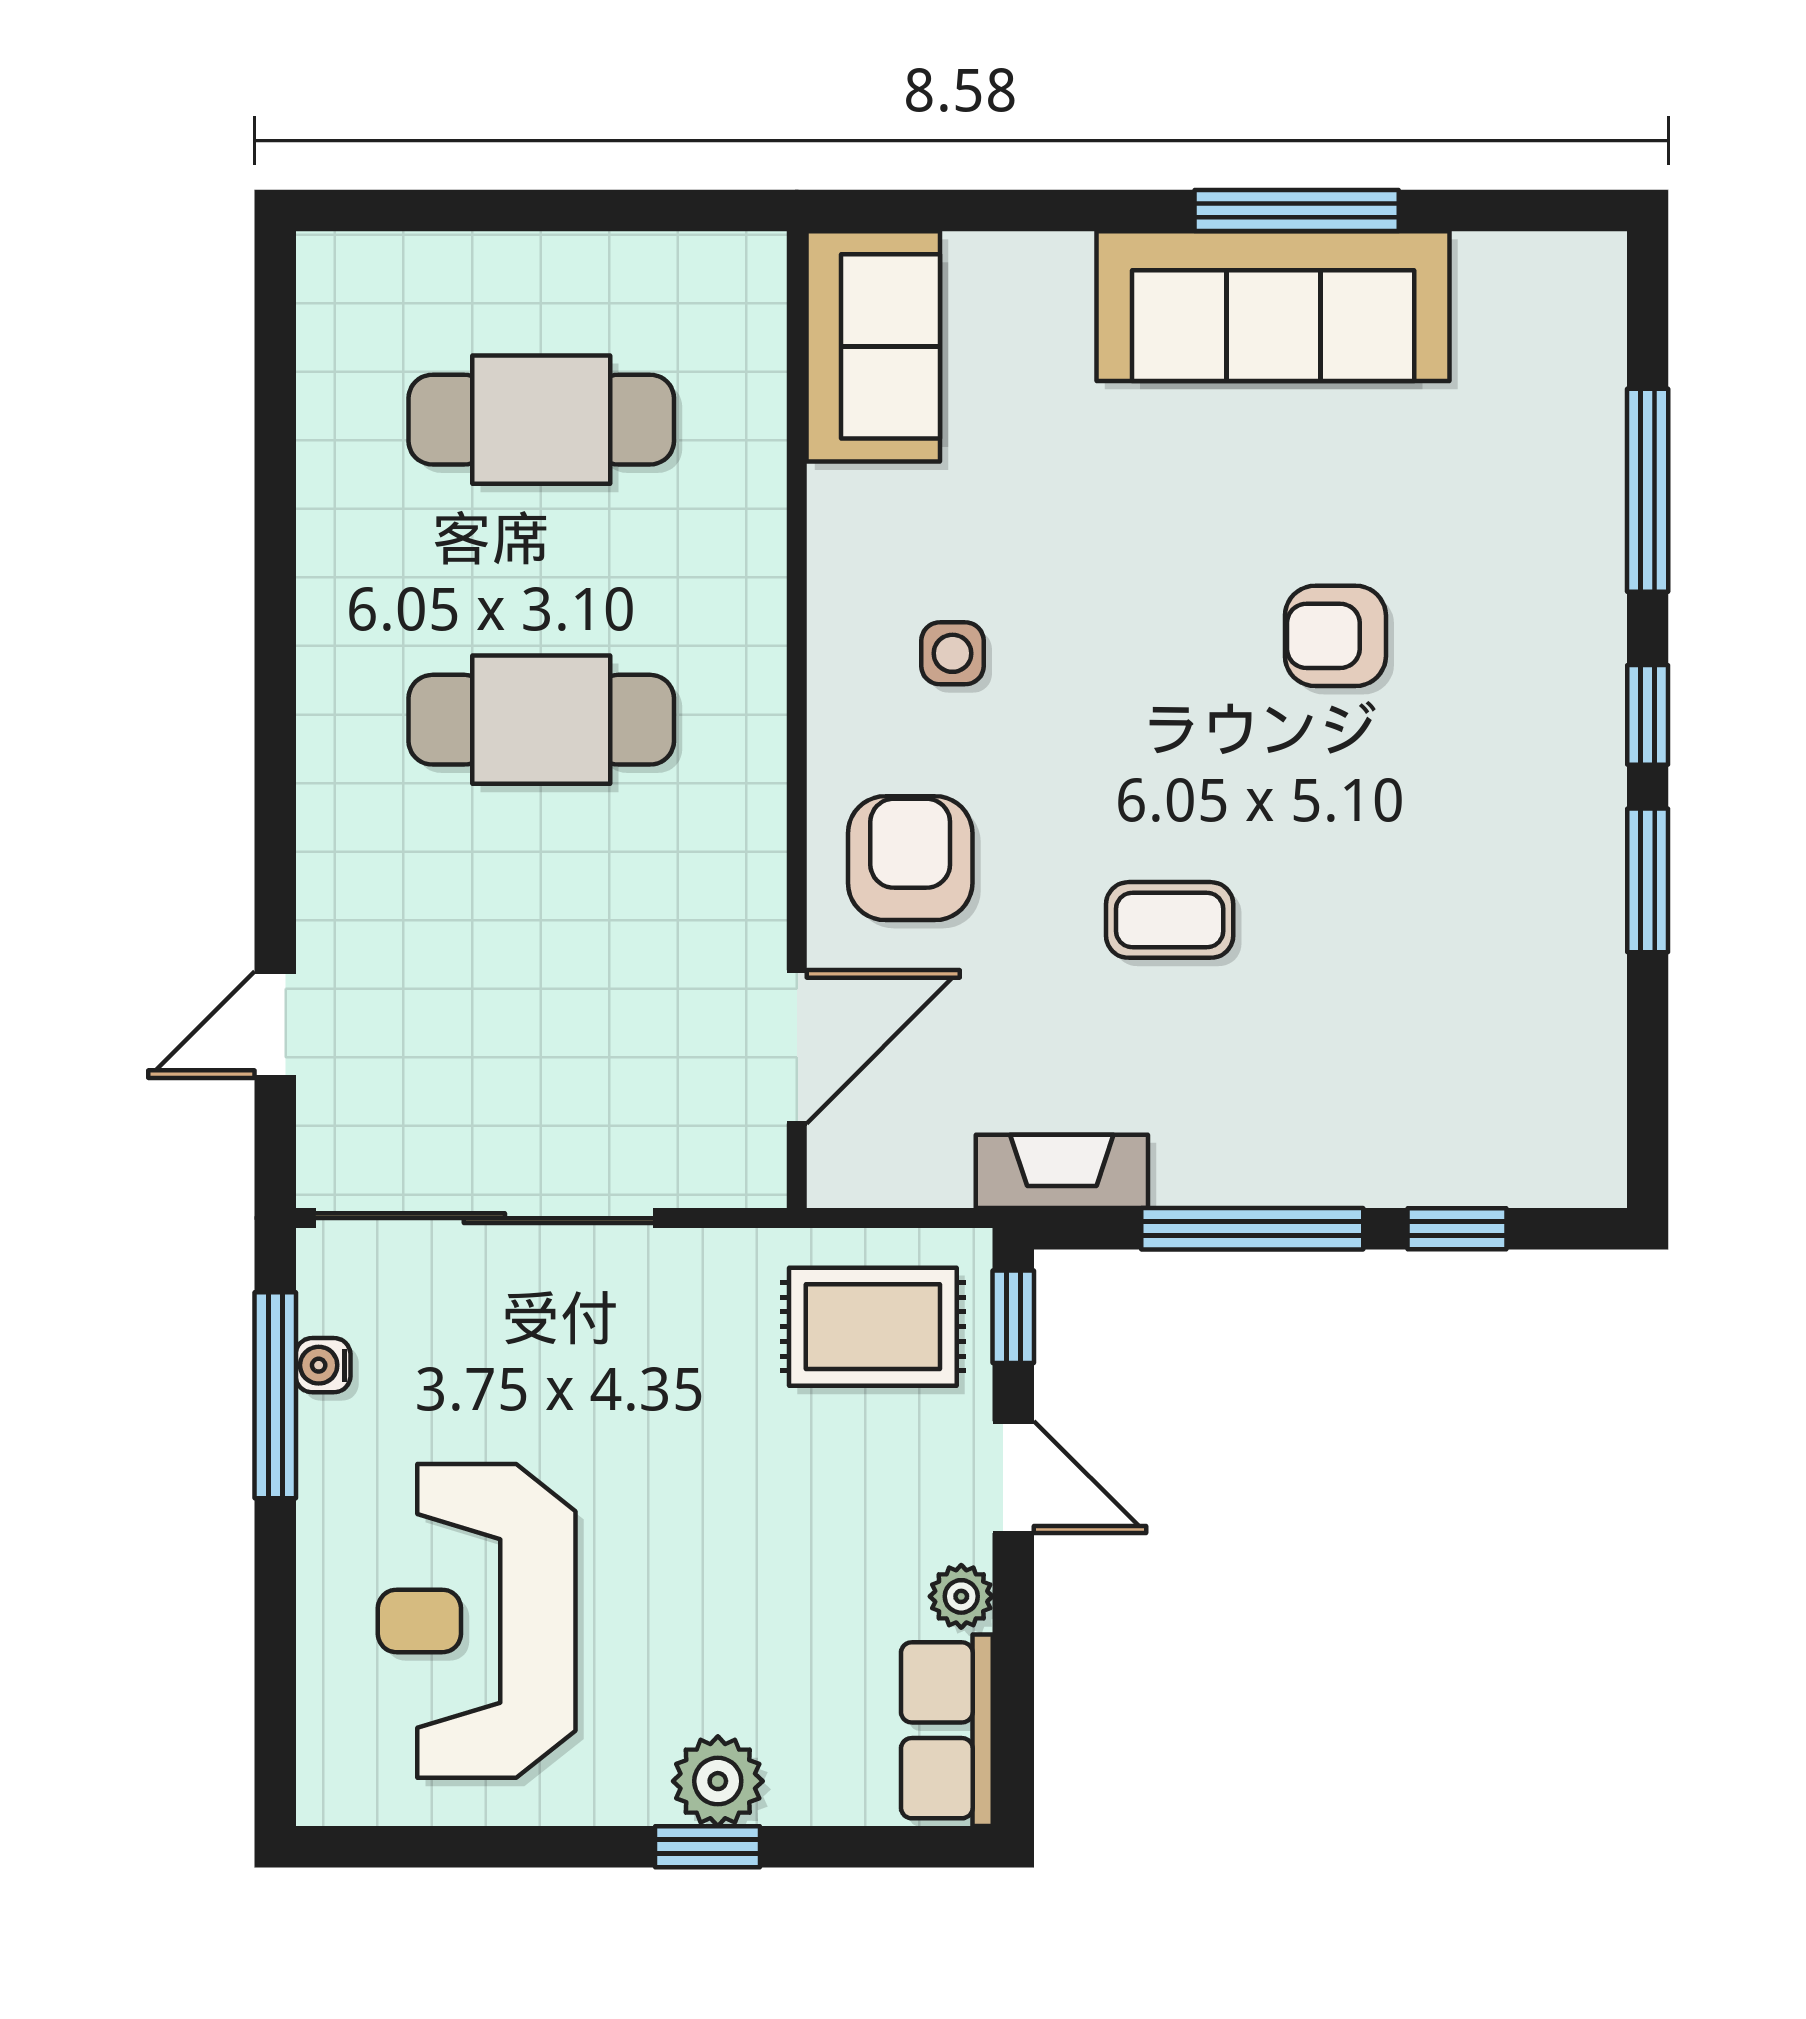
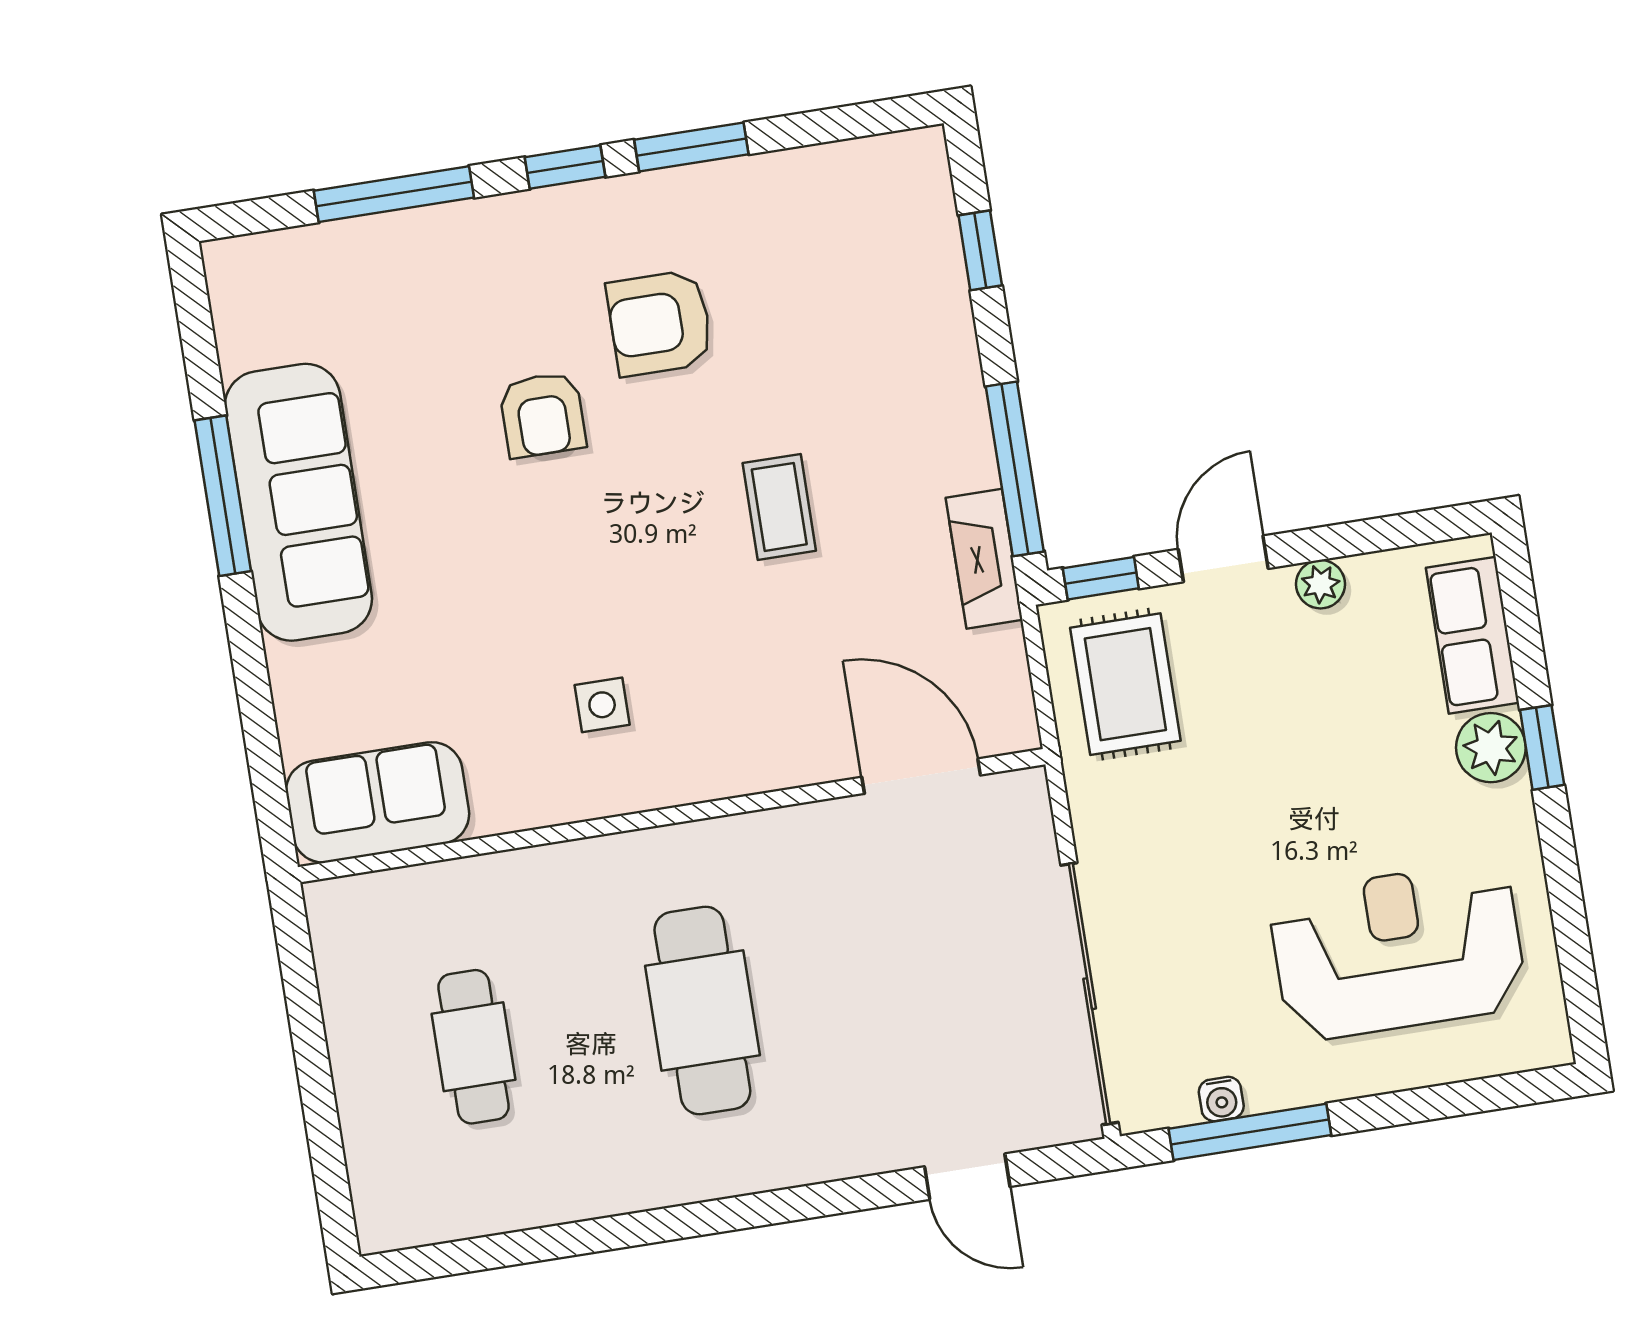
cafe table: (541, 420) -> (473, 1047), width x0.73, depth x0.74
armchair: (910, 858) -> (660, 323), moved
window: (1252, 1229) -> (1015, 469), moved
reception desk: (477, 1621) -> (1398, 951), turned 180
row of seats: (947, 1730) -> (1472, 635), moved, turned 90

